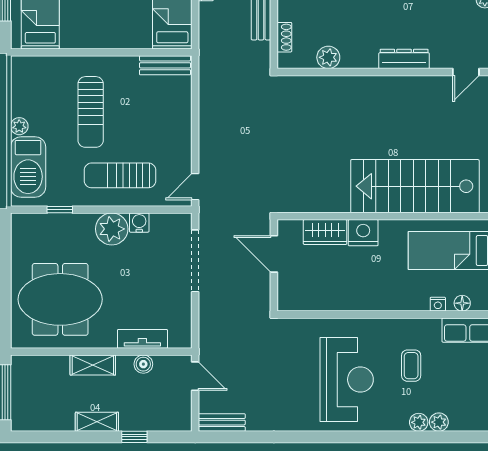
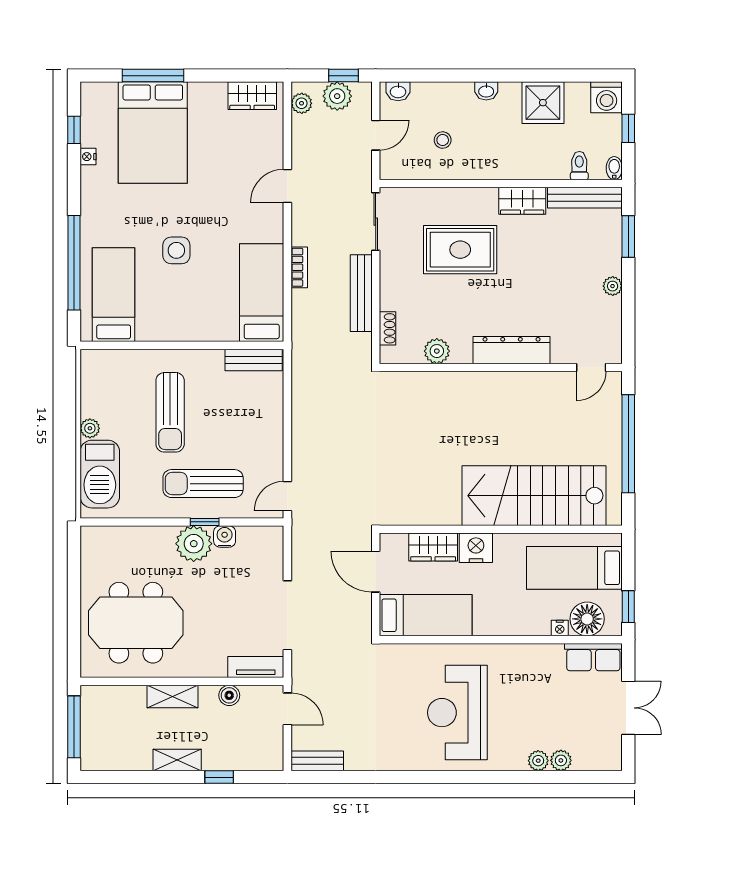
dresser: (404, 59) -> (512, 350), width x1.37, depth x1.24
window: (60, 210) -> (205, 522), moved
doorway: (195, 261) -> (287, 615), moved
bed: (318, 293) -> (426, 615), added
floor lamp: (462, 303) -> (587, 619), width x1.89, depth x1.89
tv unit: (142, 339) -> (256, 667), moved
coffee table: (411, 366) -> (530, 697), removed
reception desk: (347, 380) -> (457, 713), turned 180

